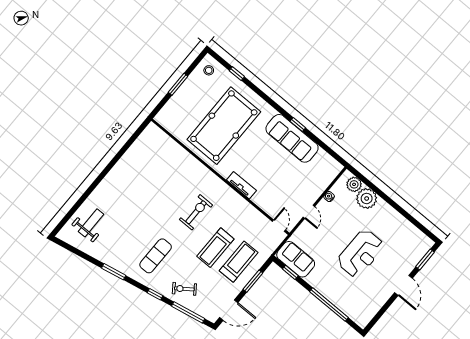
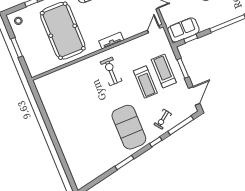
exercise bike: (196, 212) -> (111, 71), moved
weight bench: (91, 223) -> (82, 160), removed
door: (279, 226) -> (154, 29), hinge flipped
exercise mat: (156, 256) -> (129, 127), width x2.00, depth x1.45

